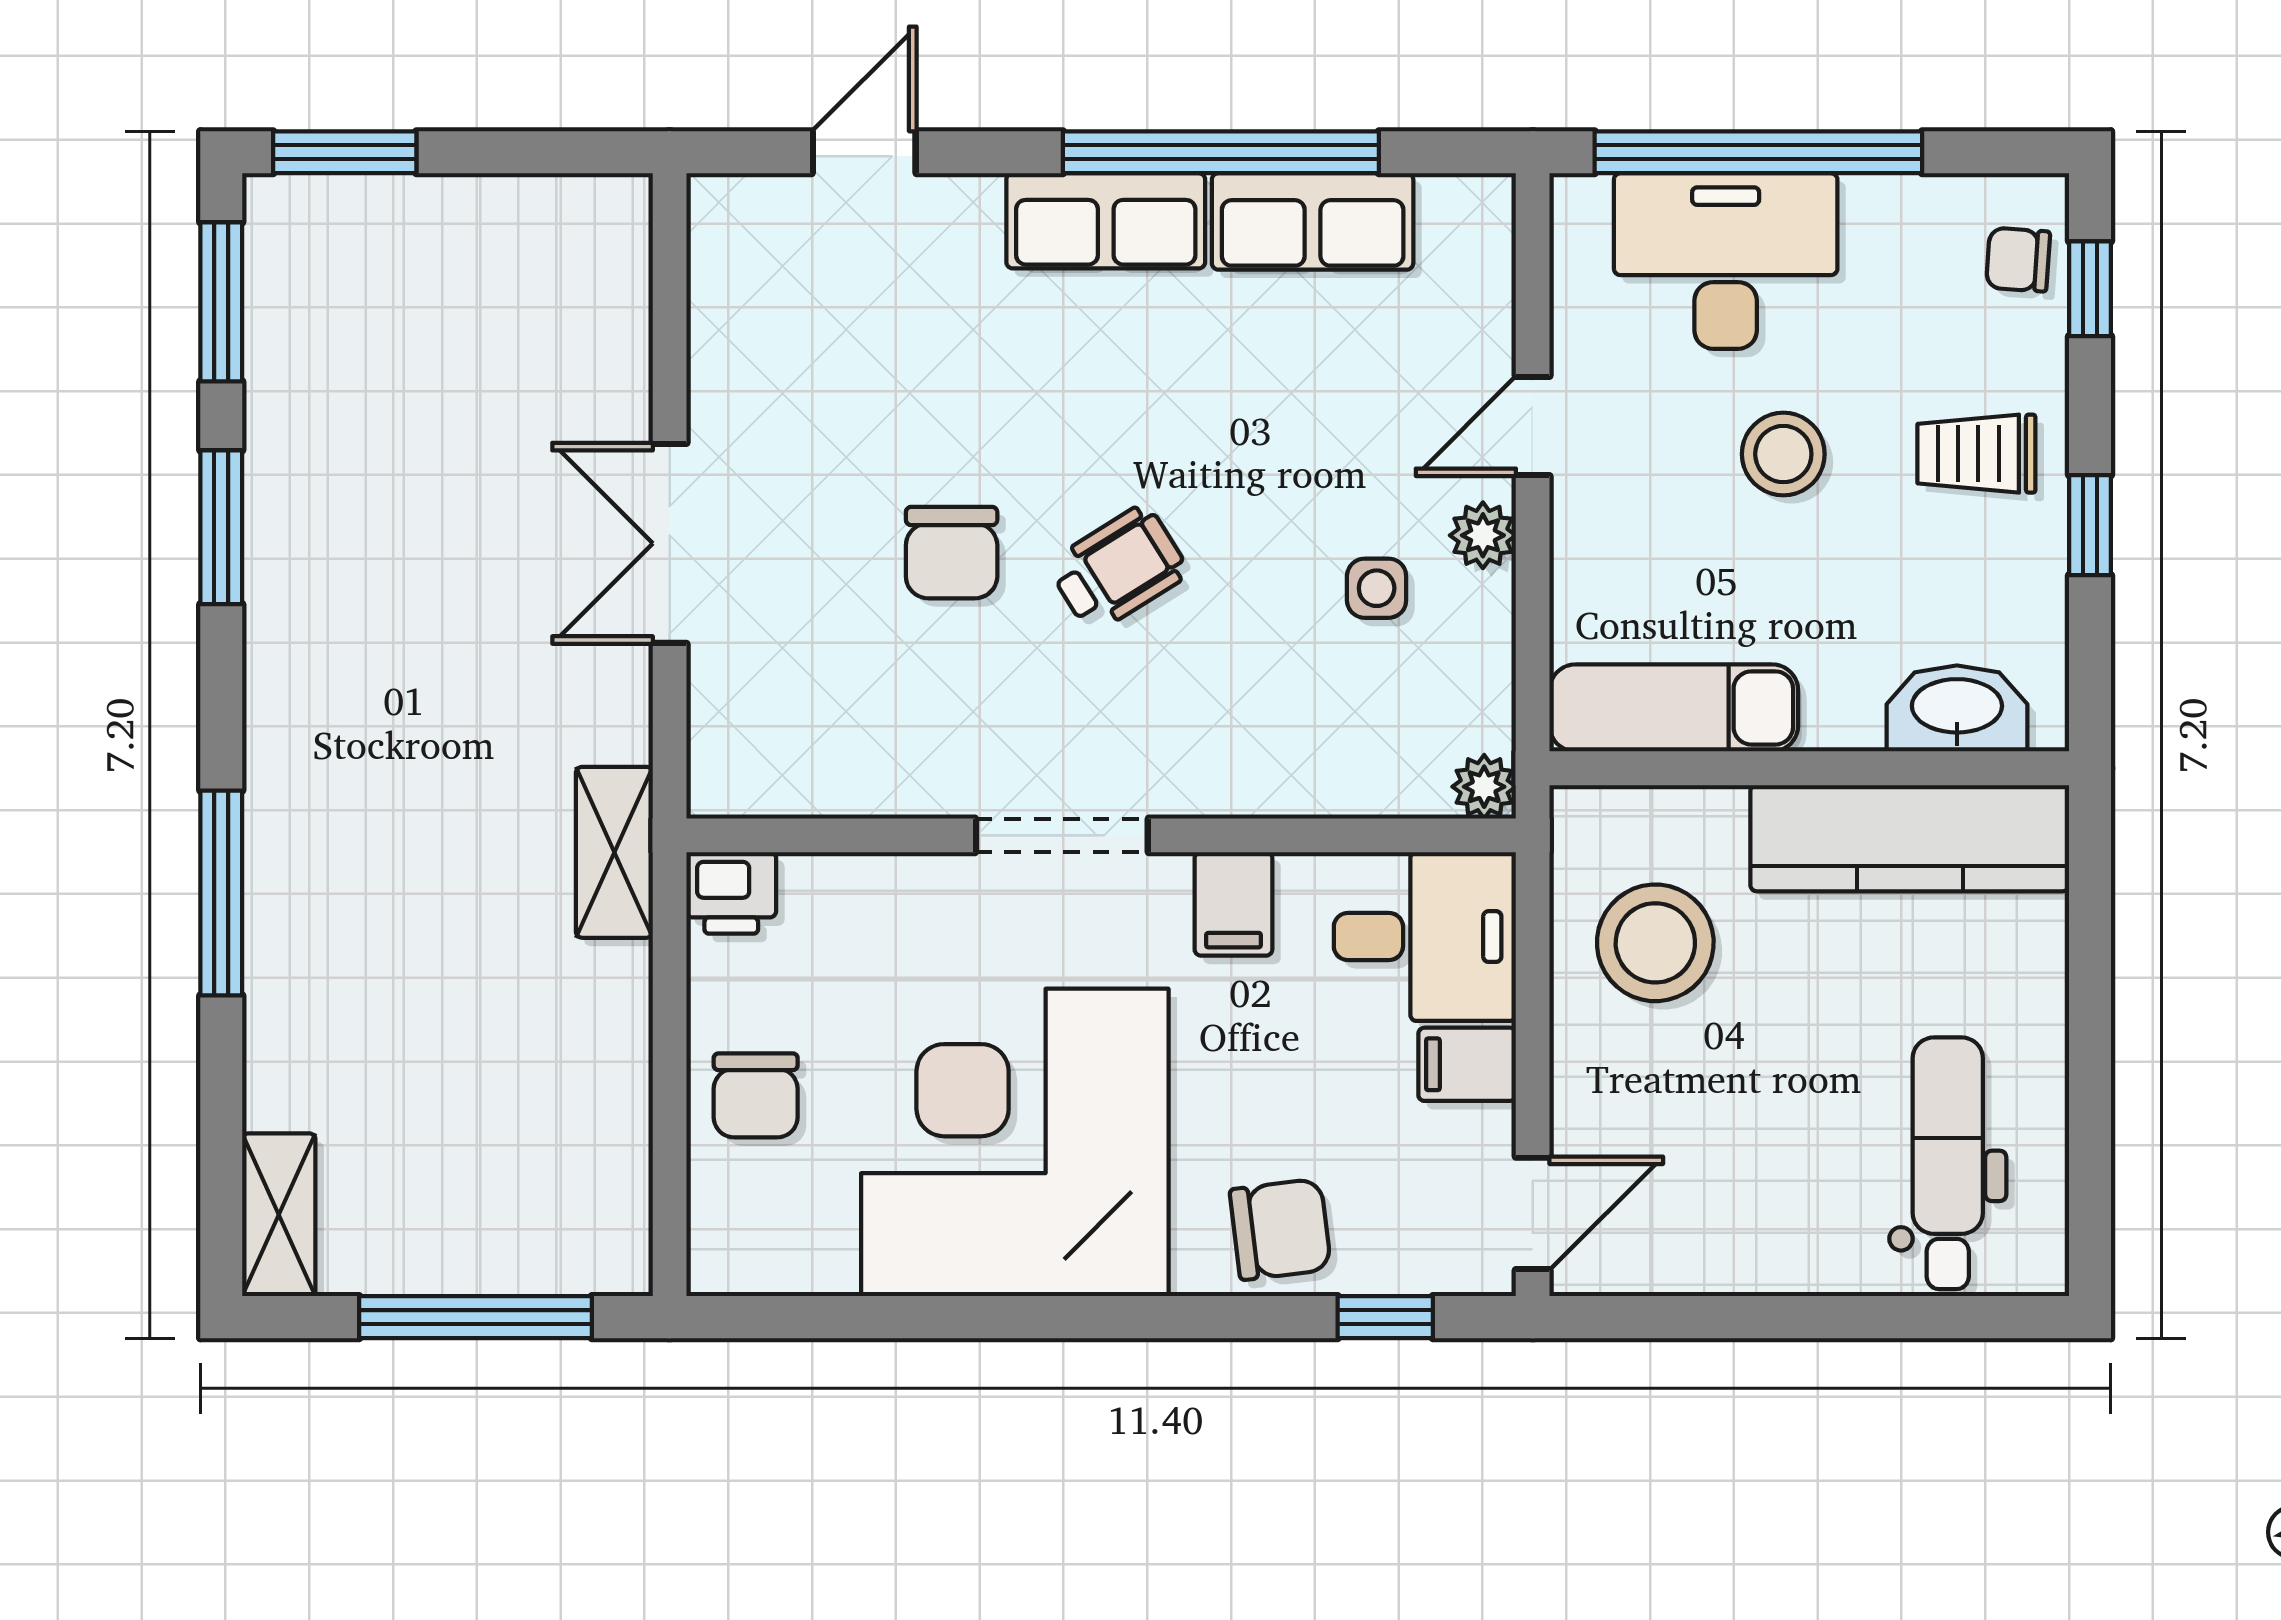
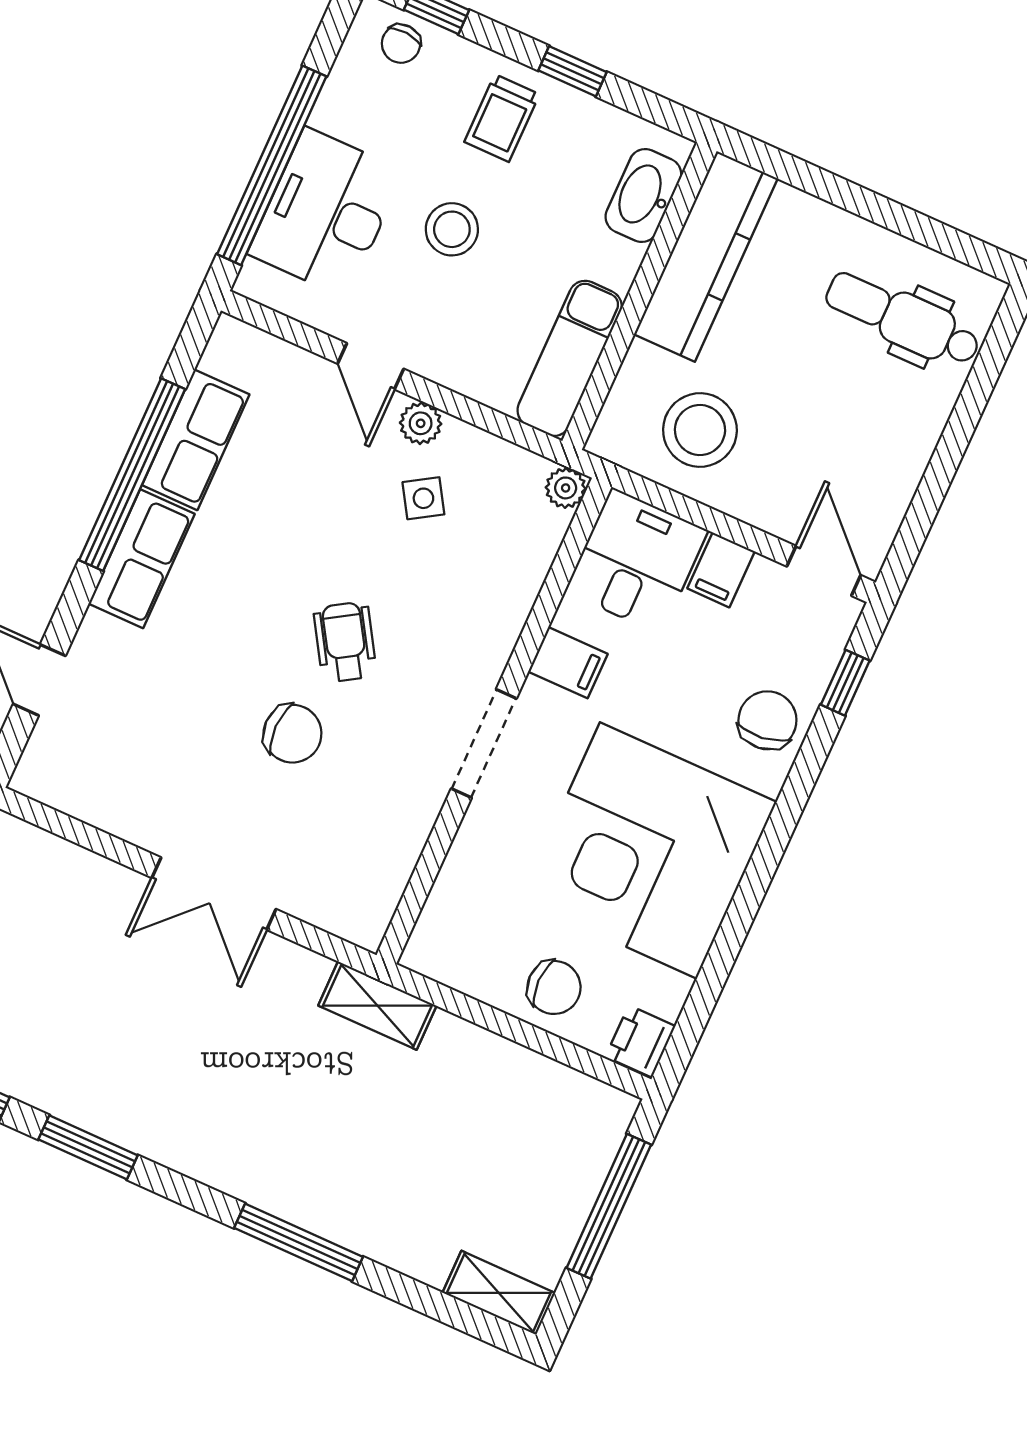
side table: (1377, 588) -> (423, 498), turned -32
printer: (731, 893) -> (640, 1041), moved, turned 180

